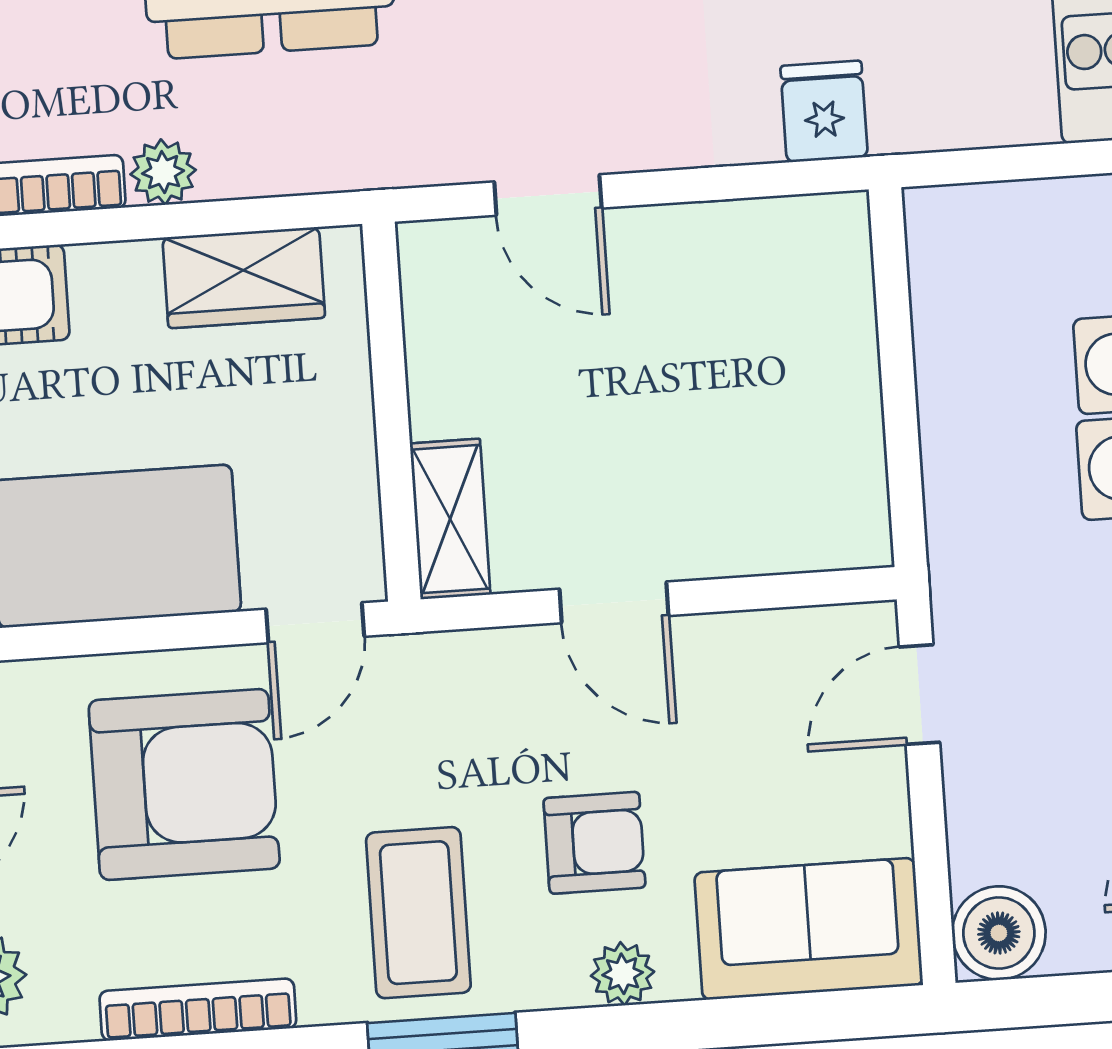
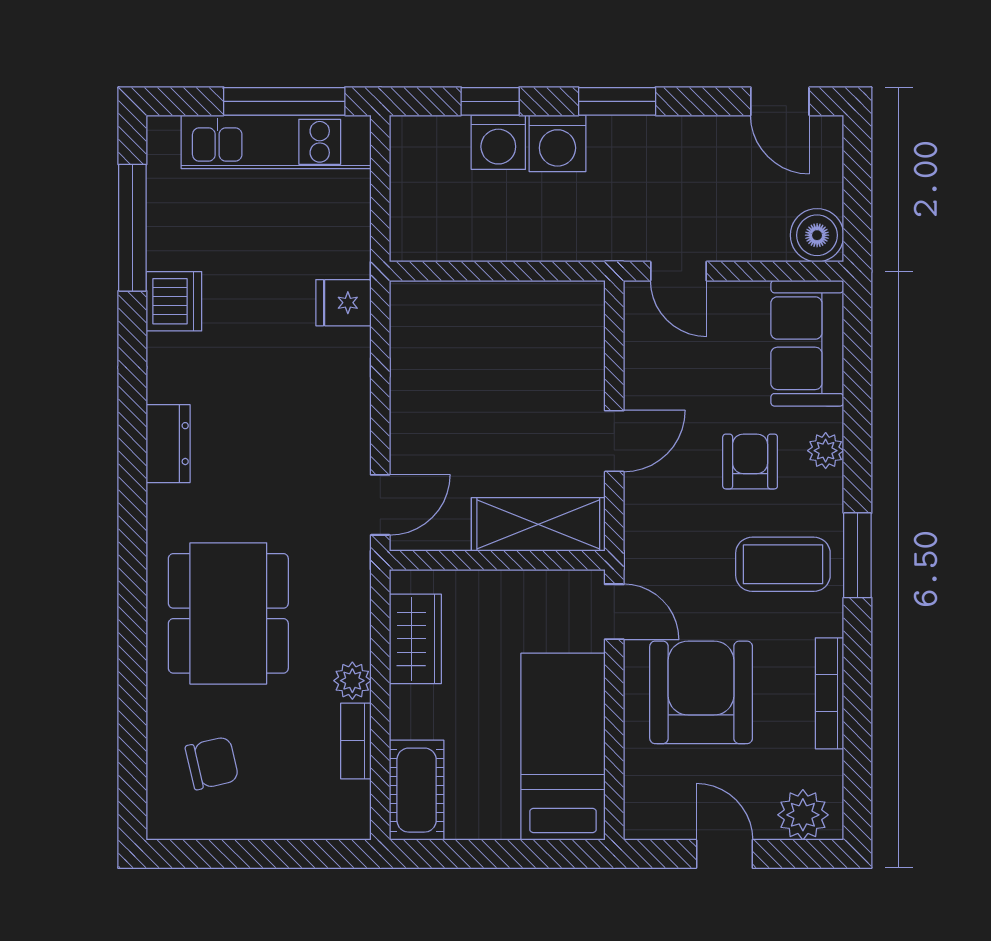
door: (548, 195) -> (380, 505), moved
shelving: (450, 519) -> (538, 524), width x1.50, depth x1.33

